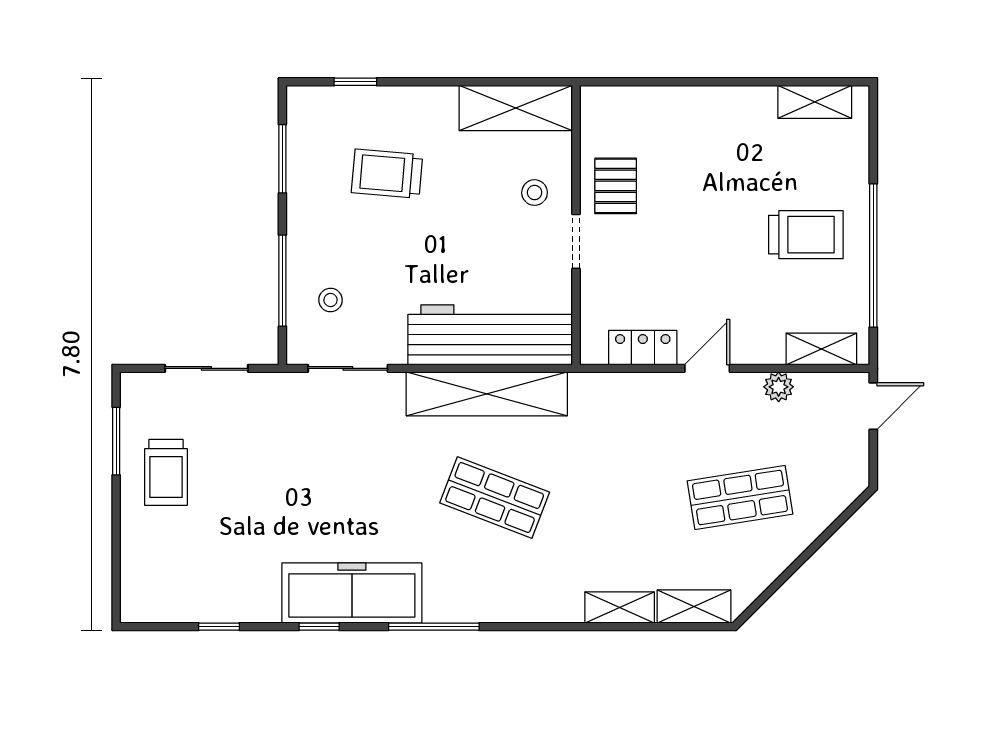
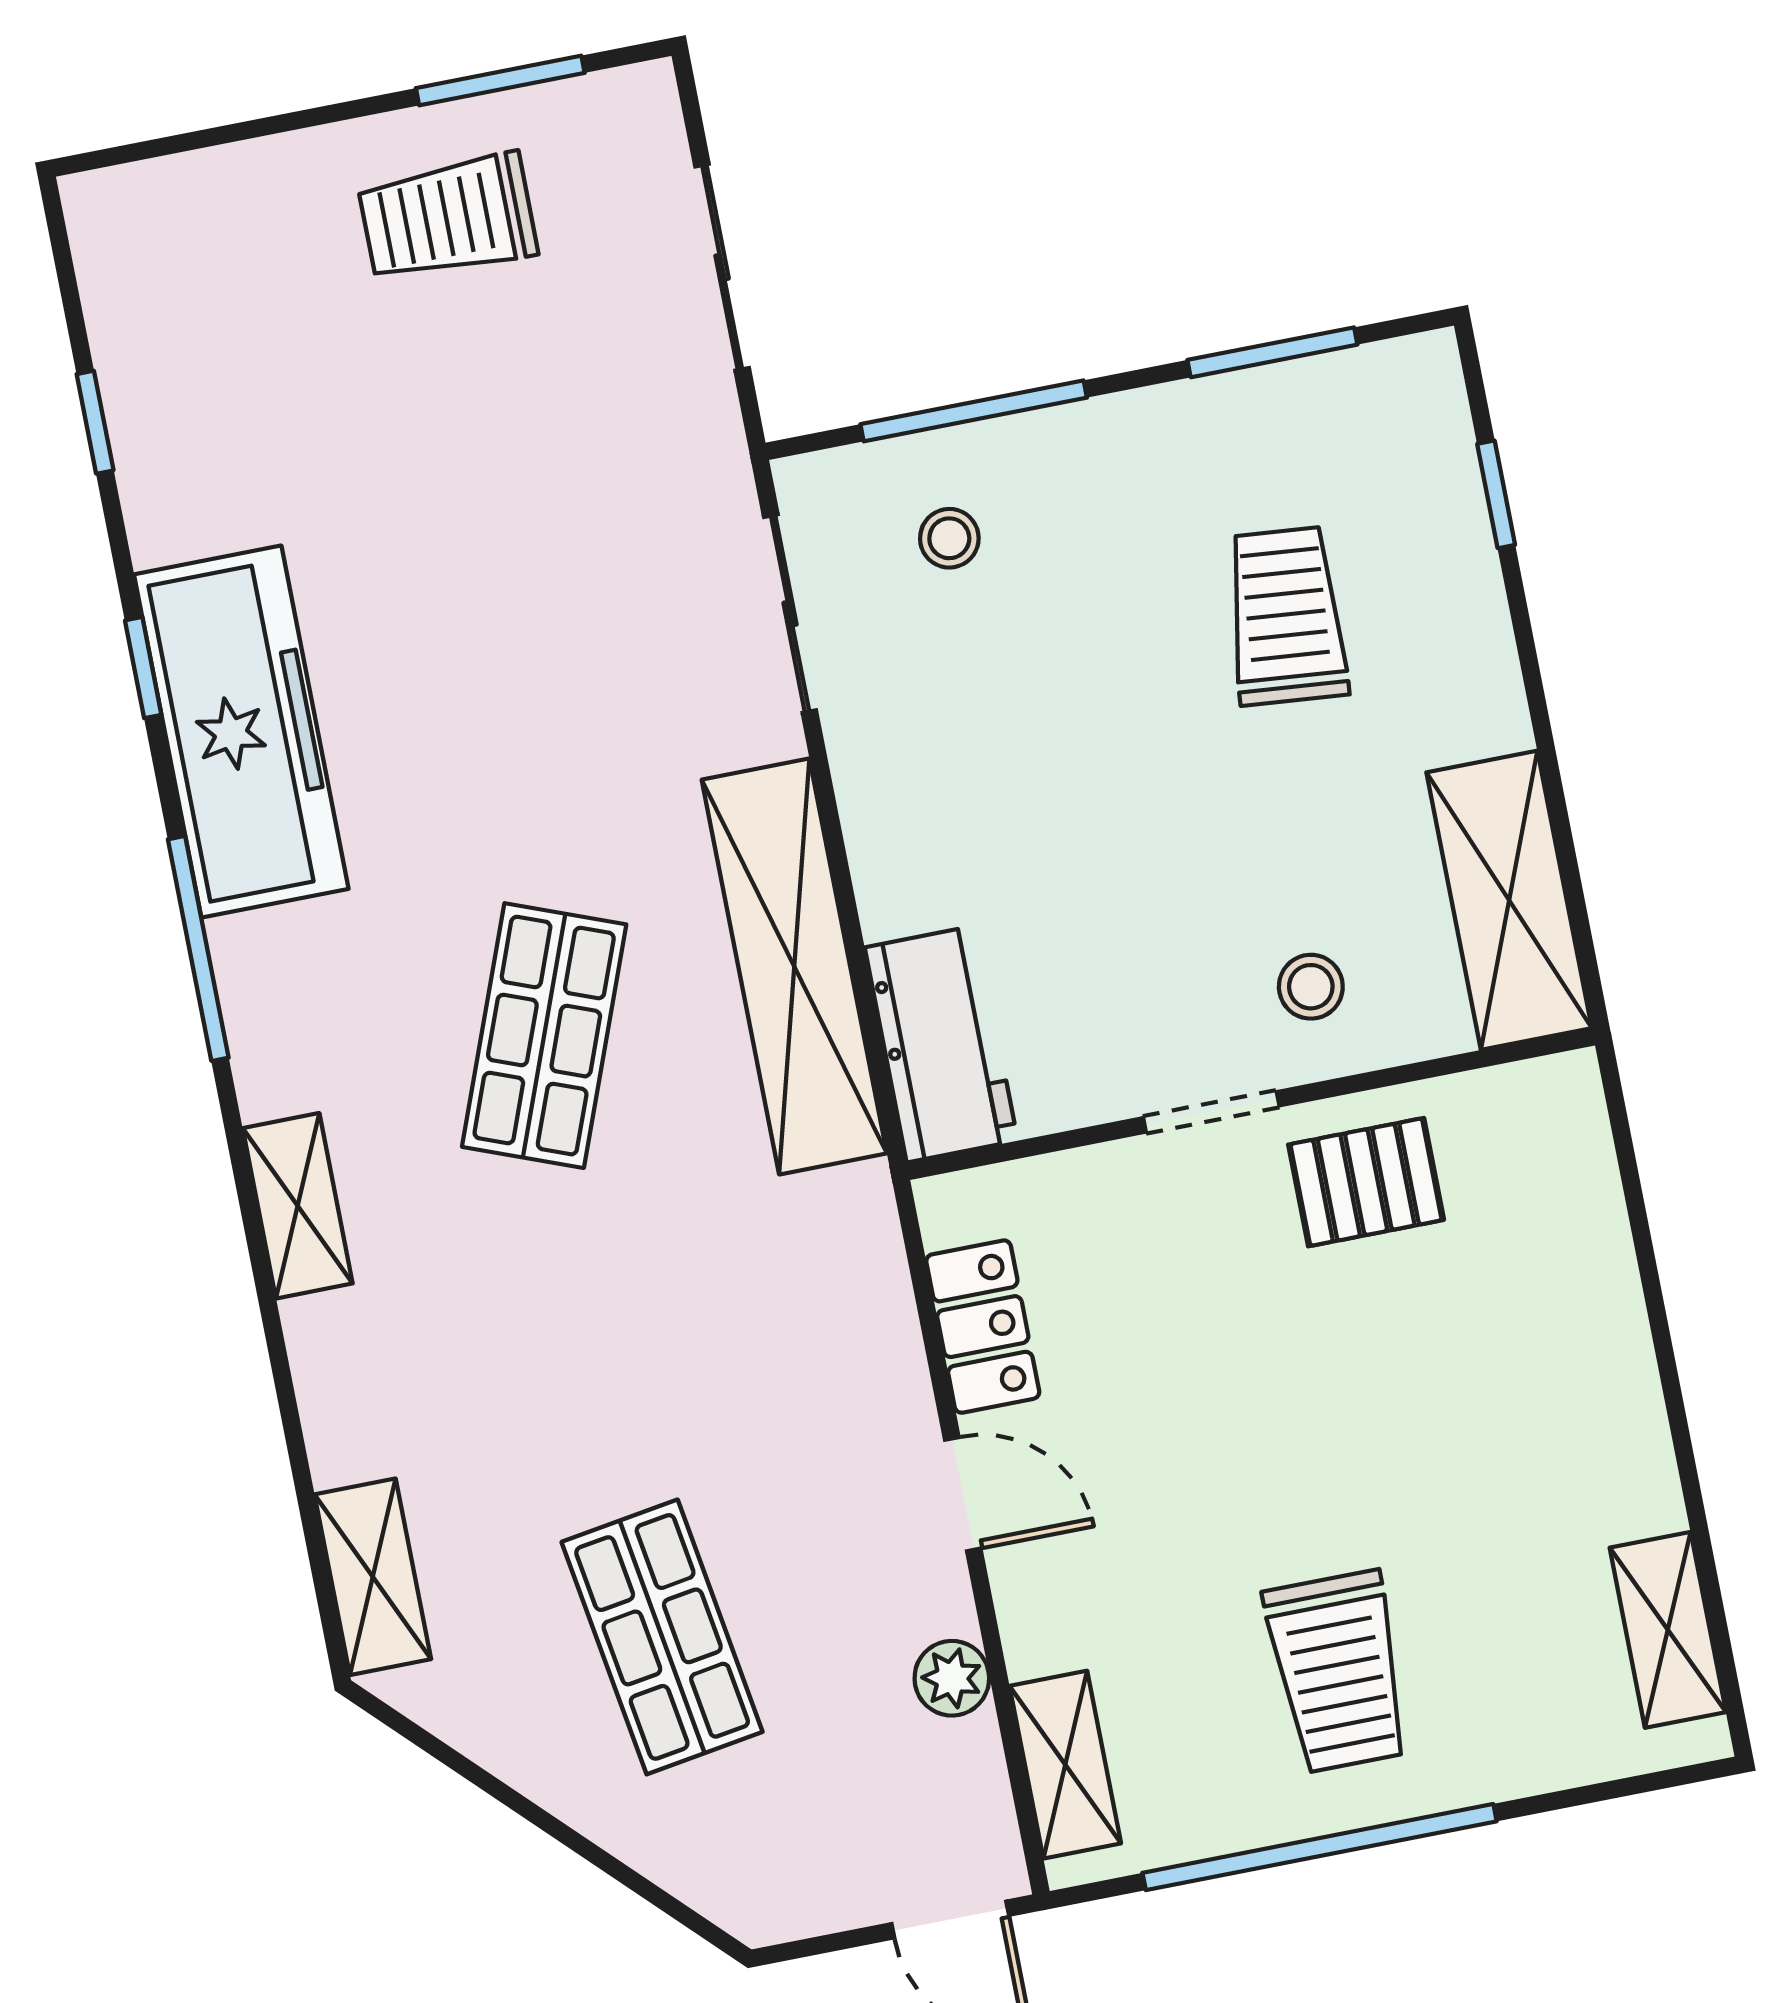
workbench: (490, 335) -> (941, 1044), width x0.53, depth x0.76
shelving: (620, 607) -> (298, 1206), moved

